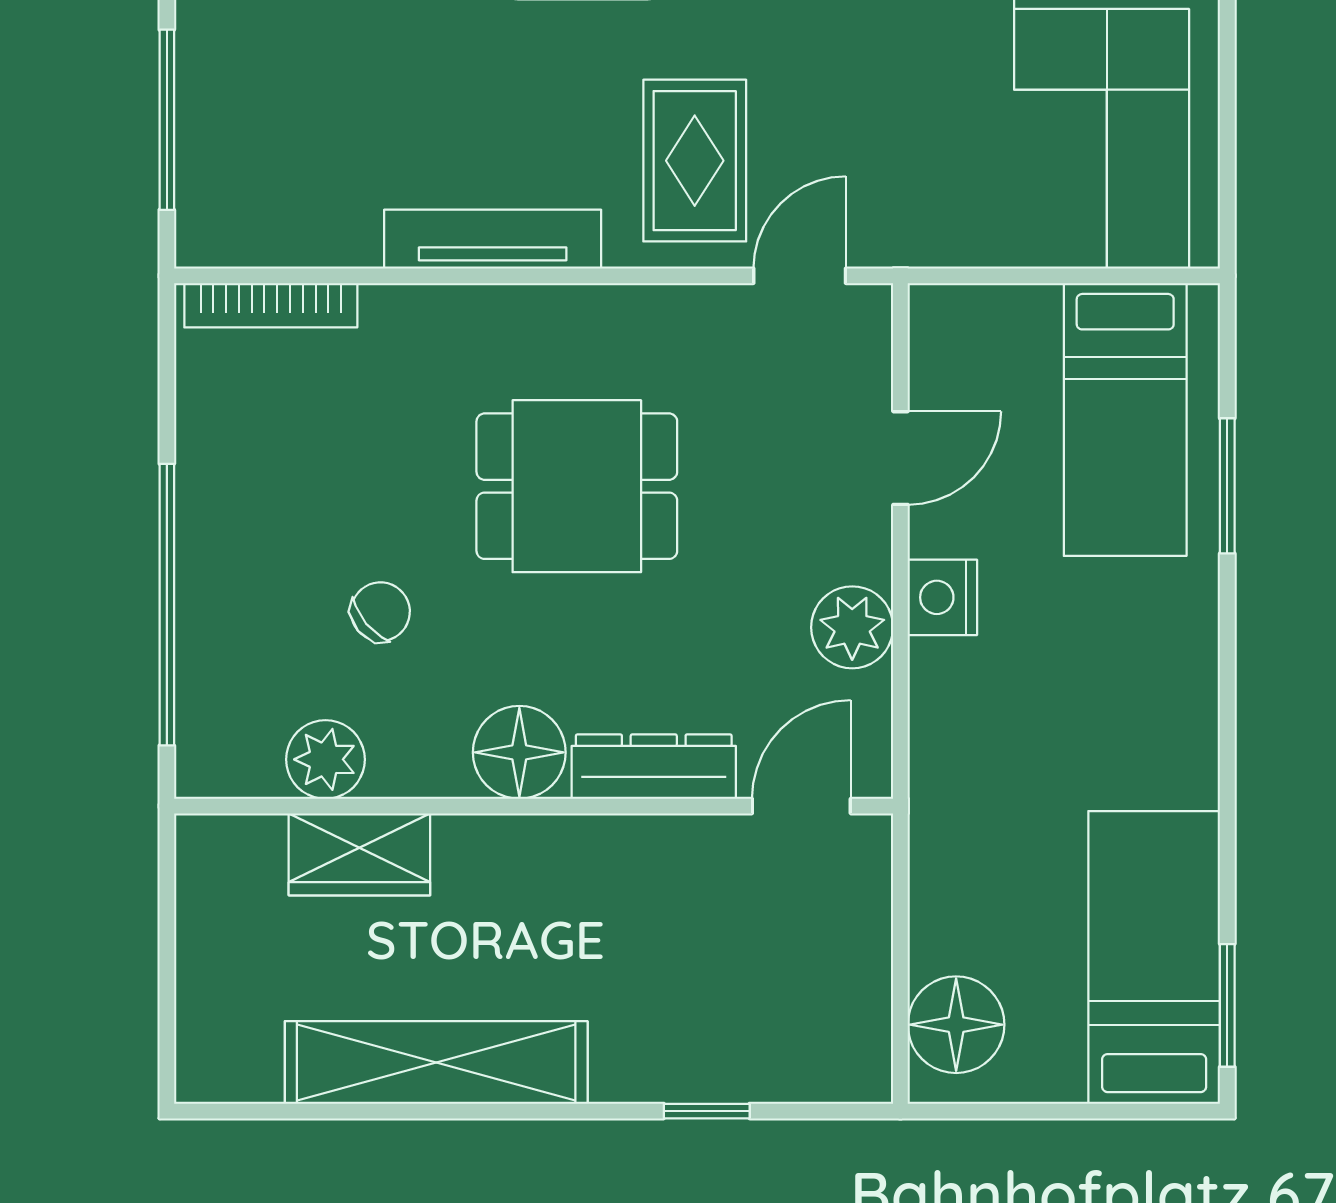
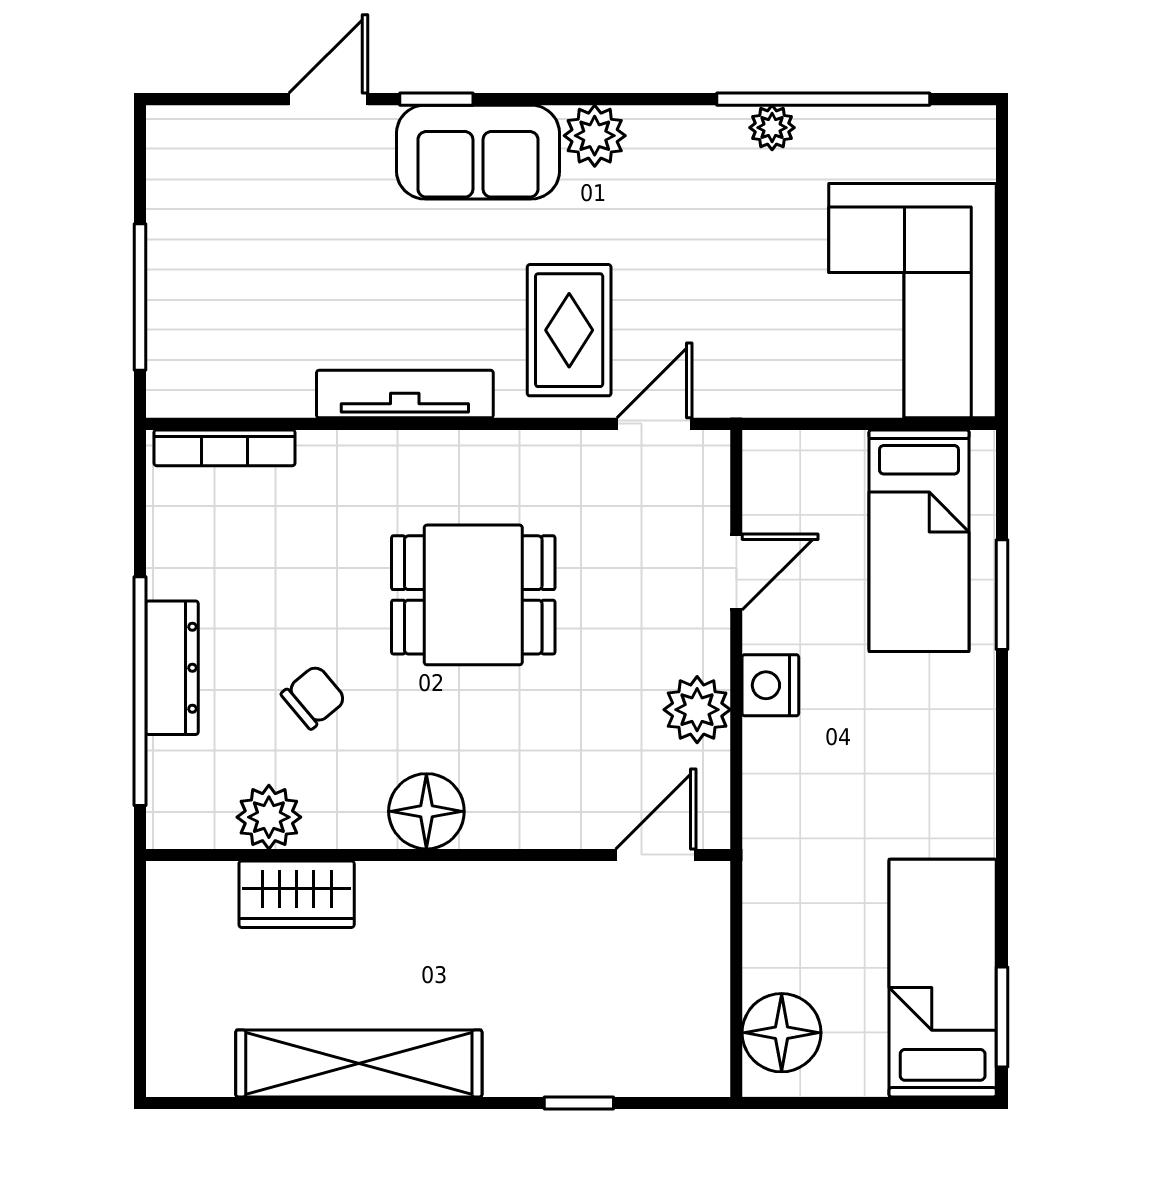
dresser: (654, 767) -> (172, 668), moved, turned 90

